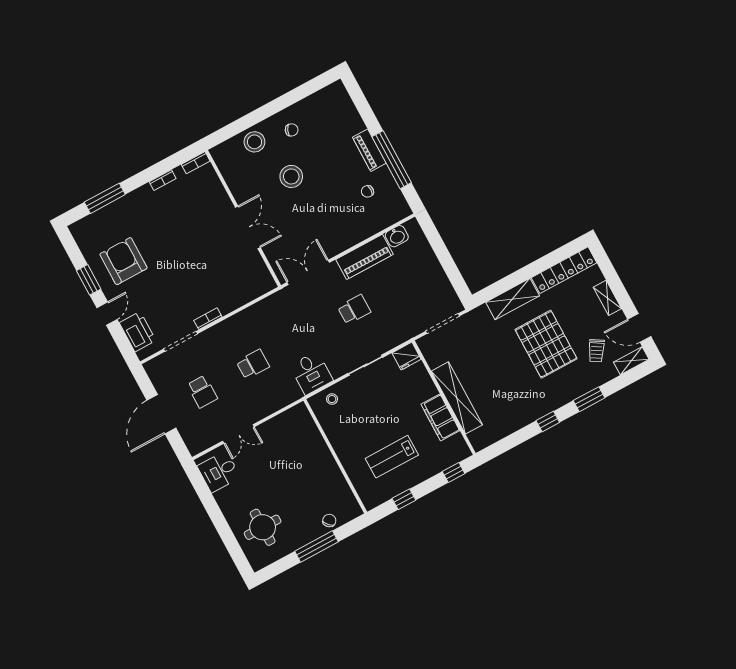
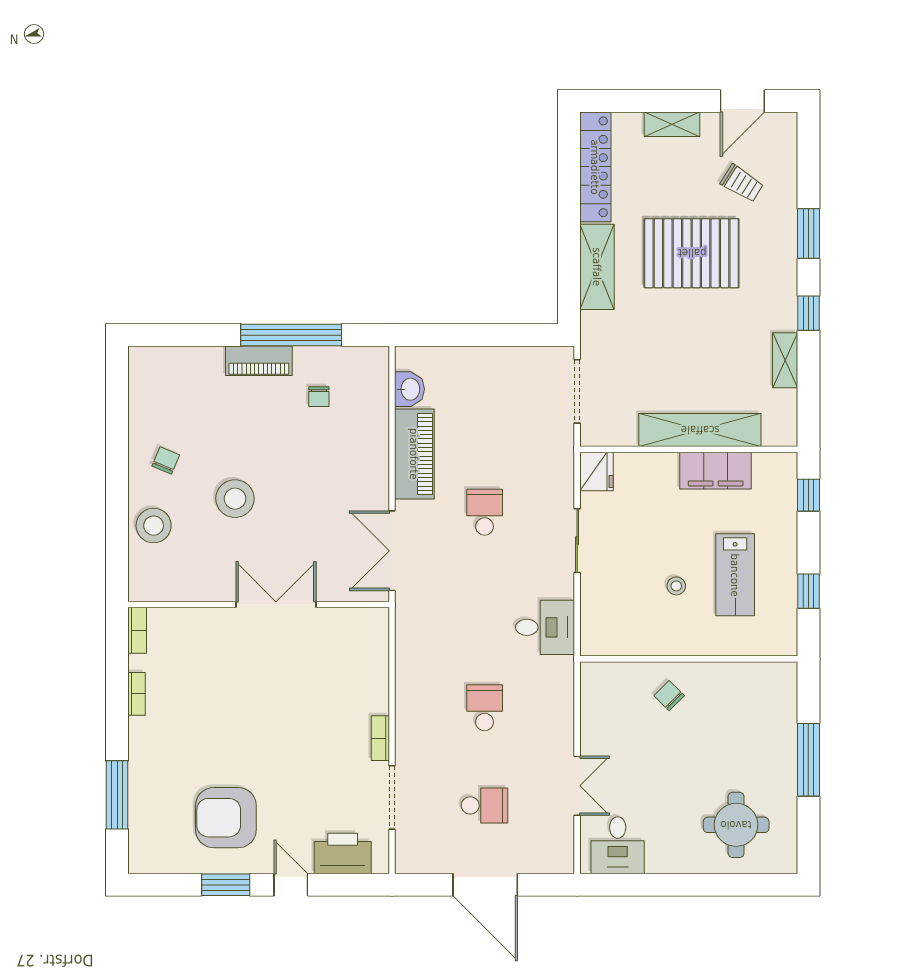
shelving: (631, 361) -> (785, 360), moved
stool: (332, 399) -> (676, 586), moved
chair: (329, 521) -> (669, 696), moved

